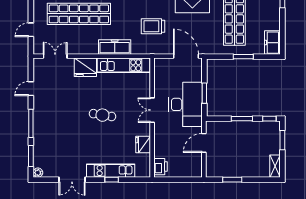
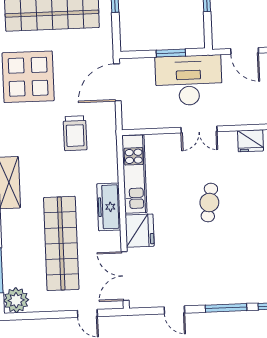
freezer: (115, 47) -> (109, 207), moved
double door: (55, 56) -> (125, 276), width x1.37

